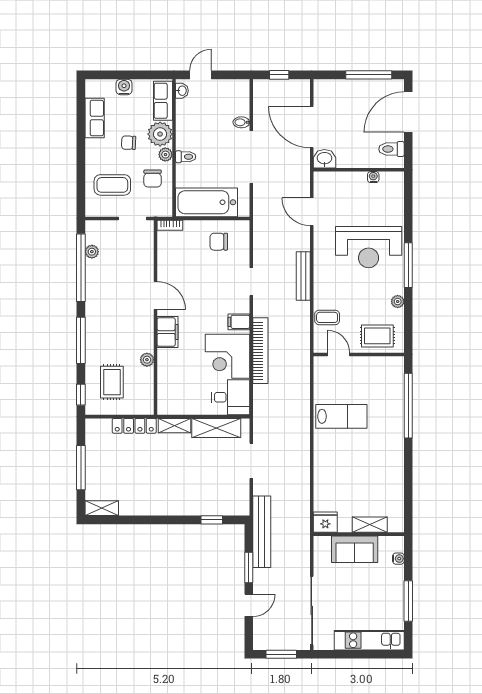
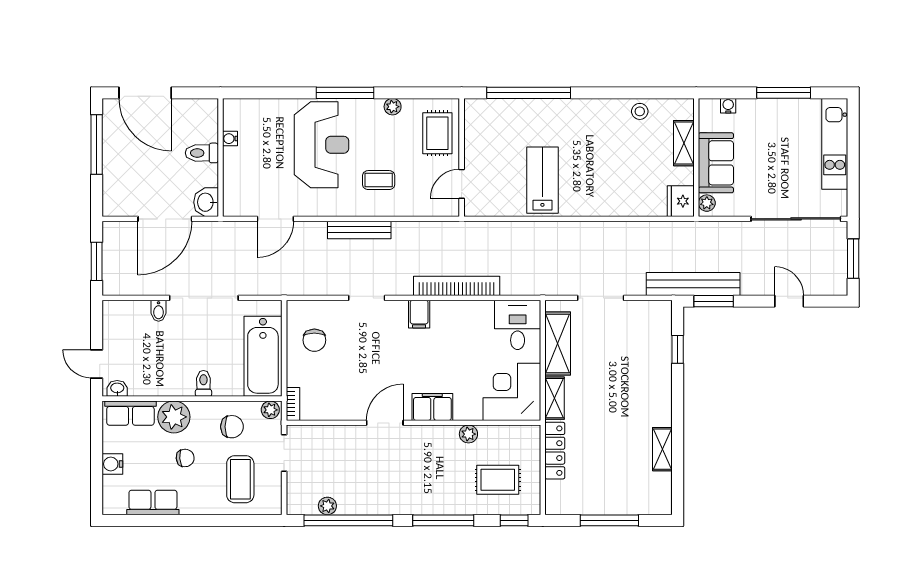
window: (279, 75) -> (97, 261), width x1.50
chair: (129, 143) -> (185, 458), turned -97
toilet: (391, 149) -> (202, 153), moved, turned 90
plant: (165, 155) -> (270, 410), moved
coffee table: (327, 317) -> (379, 180), moved, turned 90
corner desk: (228, 356) -> (512, 392), moved, turned 180
stool: (394, 491) -> (640, 111), added
shelving: (102, 508) -> (662, 449), moved
plant: (324, 542) -> (707, 203), added
window: (249, 567) -> (714, 301), moved

